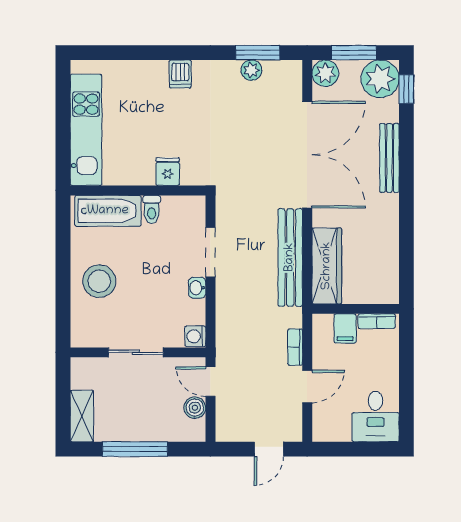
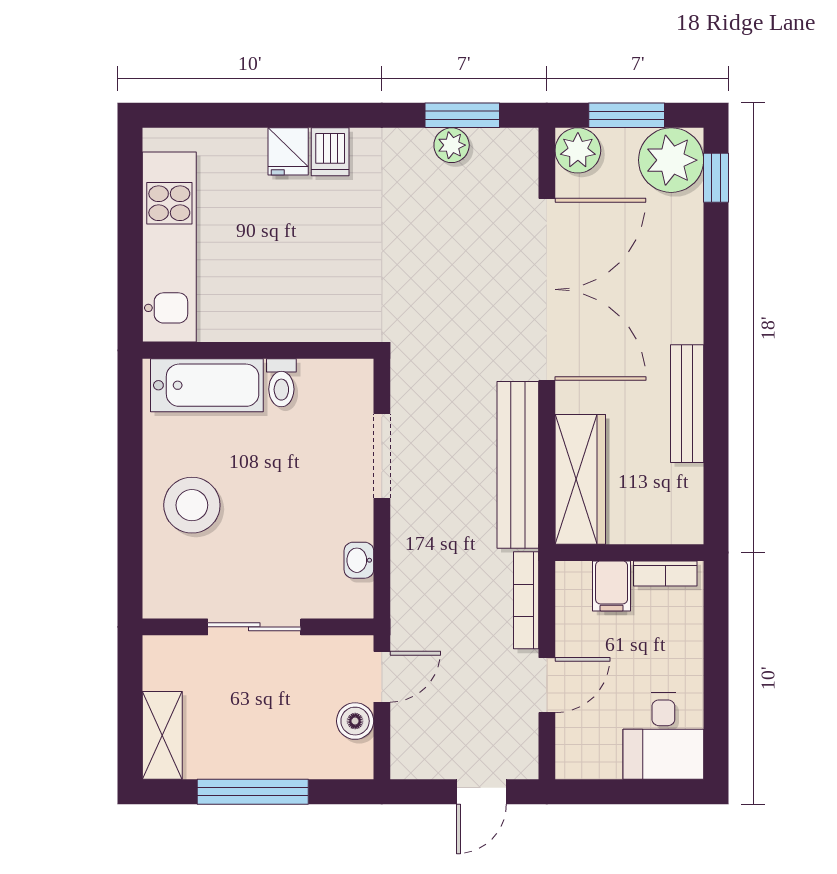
bench: (389, 158) -> (687, 404), moved
fridge: (168, 172) -> (288, 151), moved, turned 180
washbasin: (197, 288) -> (359, 560), moved
washing machine: (195, 336) -> (356, 599), removed
bookcase: (295, 347) -> (526, 600), width x1.56
door: (210, 382) -> (382, 677), swing flipped

